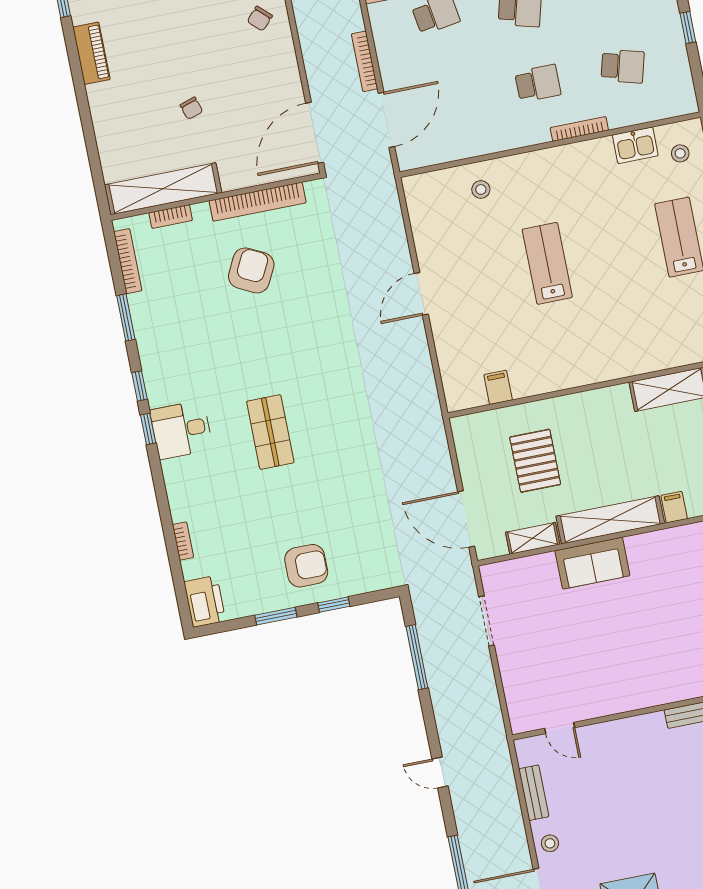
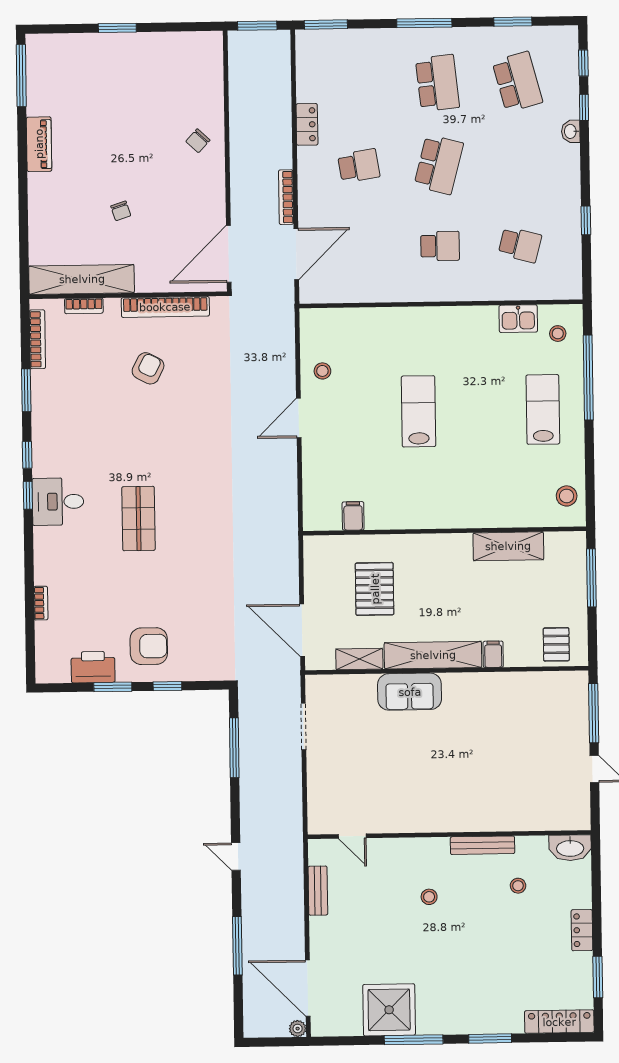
bookcase: (579, 129) -> (470, 294), removed
stool: (481, 189) -> (322, 371), moved
armchair: (251, 270) -> (148, 368), width x0.72, depth x0.72
printer: (205, 601) -> (93, 667), moved, turned -90
stool: (550, 843) -> (429, 897), moved

